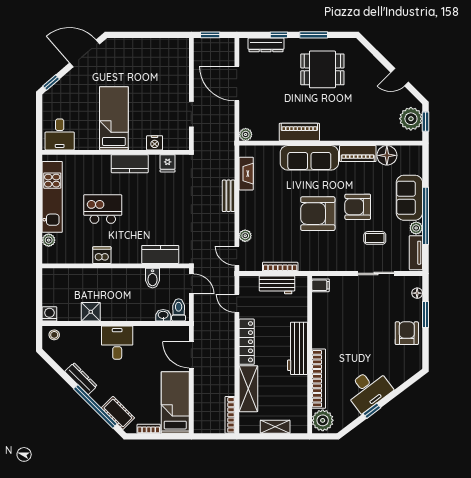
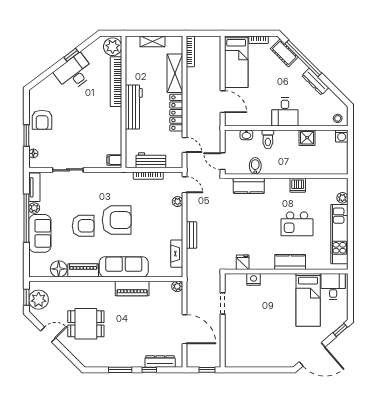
dining table: (322, 69) -> (86, 324), moved
bed: (114, 118) -> (308, 300), moved
kitchen counter: (130, 164) -> (290, 262), moved
coffee table: (375, 238) -> (69, 200), removed
toilet: (179, 310) -> (268, 139), moved

